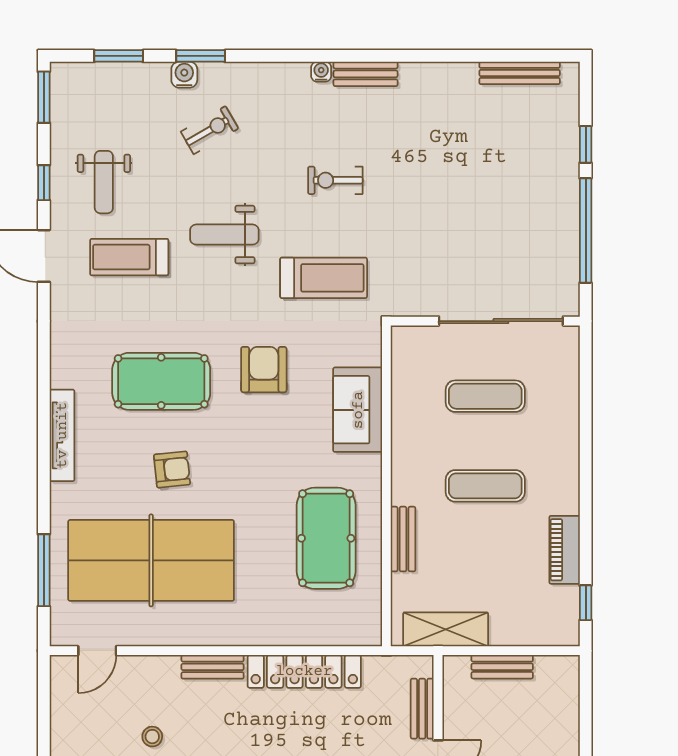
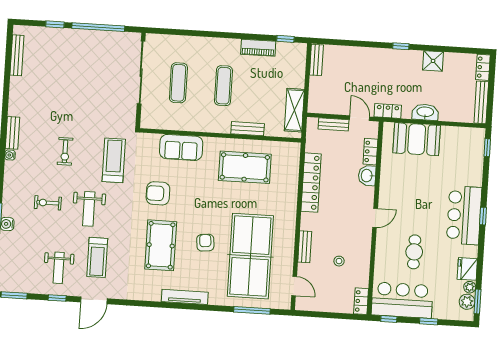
exercise bike: (210, 130) -> (48, 203), moved, turned -60
weight bench: (104, 182) -> (59, 268), turned 90
bench: (213, 667) -> (305, 247), moved
bench: (502, 667) -> (316, 60), moved

